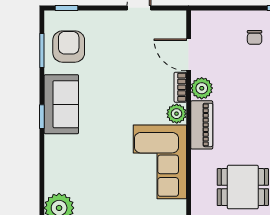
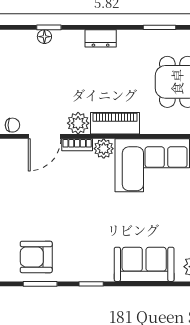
chair: (255, 37) -> (12, 125), moved
sofa: (61, 104) -> (144, 264), moved
window: (42, 117) -> (91, 284), moved

